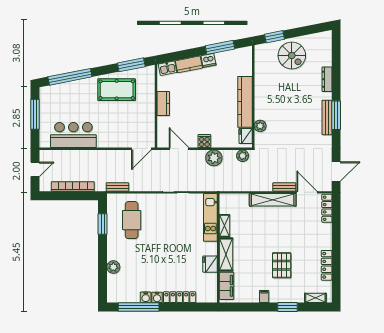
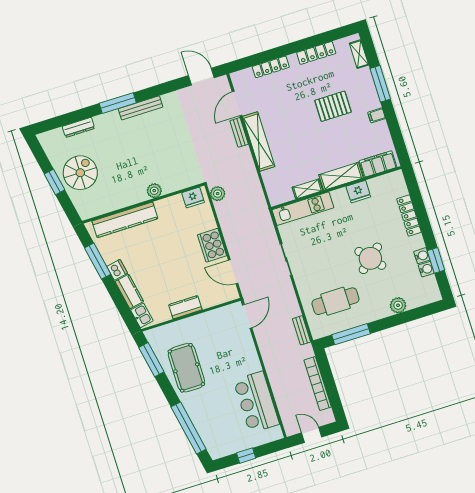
window: (274, 37) -> (55, 182), moved
dresser: (327, 79) -> (78, 127), moved
kitchen counter: (245, 102) -> (125, 220), moved
window: (35, 114) -> (246, 456), width x0.46
window: (336, 115) -> (118, 103), moved
plant: (260, 126) -> (154, 191), moved
cooker: (204, 141) -> (212, 245), width x1.87, depth x1.31
door: (141, 149) -> (247, 316), hinge flipped
door: (179, 149) -> (233, 272), hinge flipped
plant: (214, 158) -> (231, 227), removed
locker: (327, 208) -> (271, 67), moved
window: (103, 224) -> (351, 334), width x1.44
round table: (156, 257) -> (370, 258), added
water cooler: (157, 297) -> (426, 269), moved
window: (139, 307) -> (436, 260), width x0.47
window: (288, 307) -> (380, 84), width x1.44

